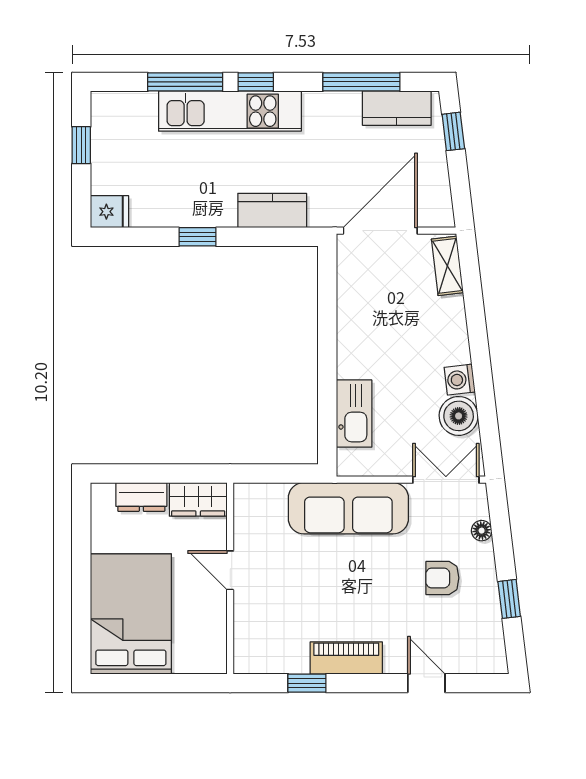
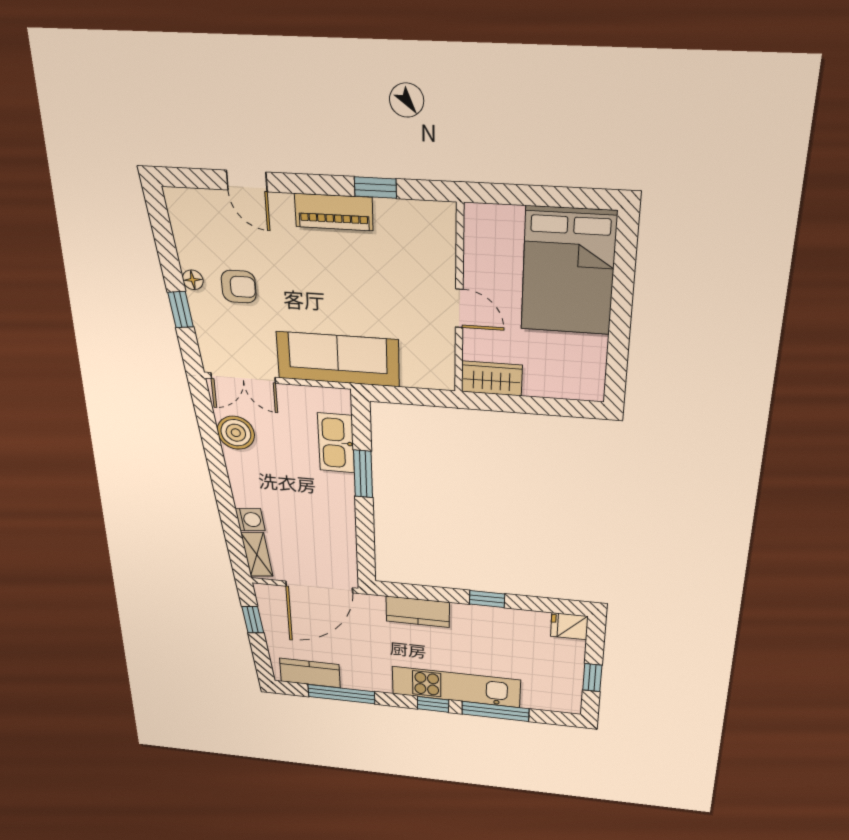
window: (453, 131) -> (253, 620), moved
window: (327, 380) -> (363, 474), added
washing machine: (460, 380) -> (250, 520), moved
dresser: (141, 497) -> (551, 385), removed
floor lamp: (482, 531) -> (193, 280), moved
window: (509, 599) -> (180, 310), moved

